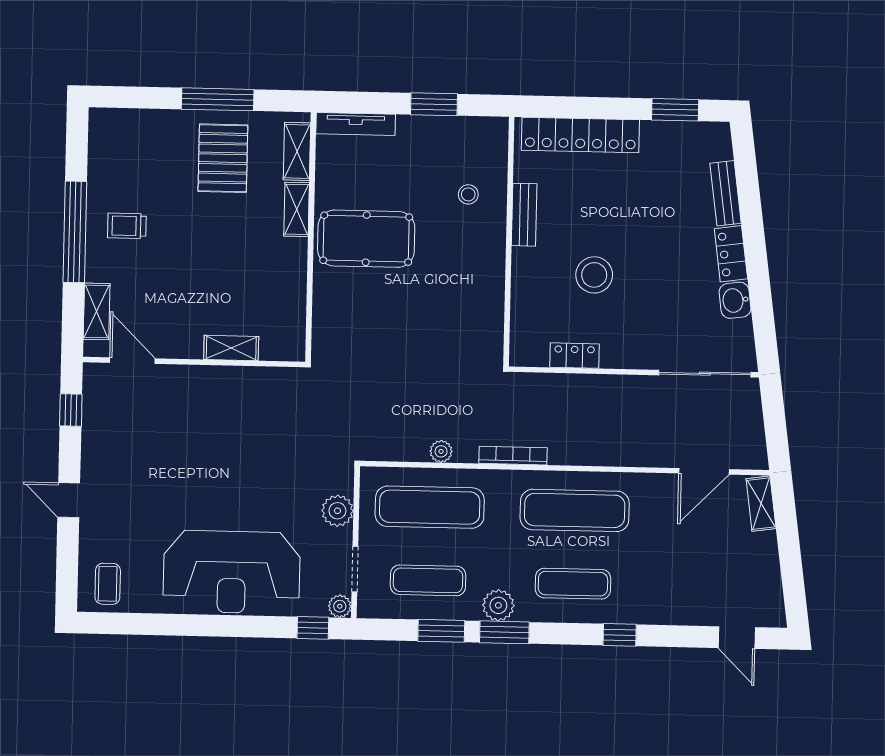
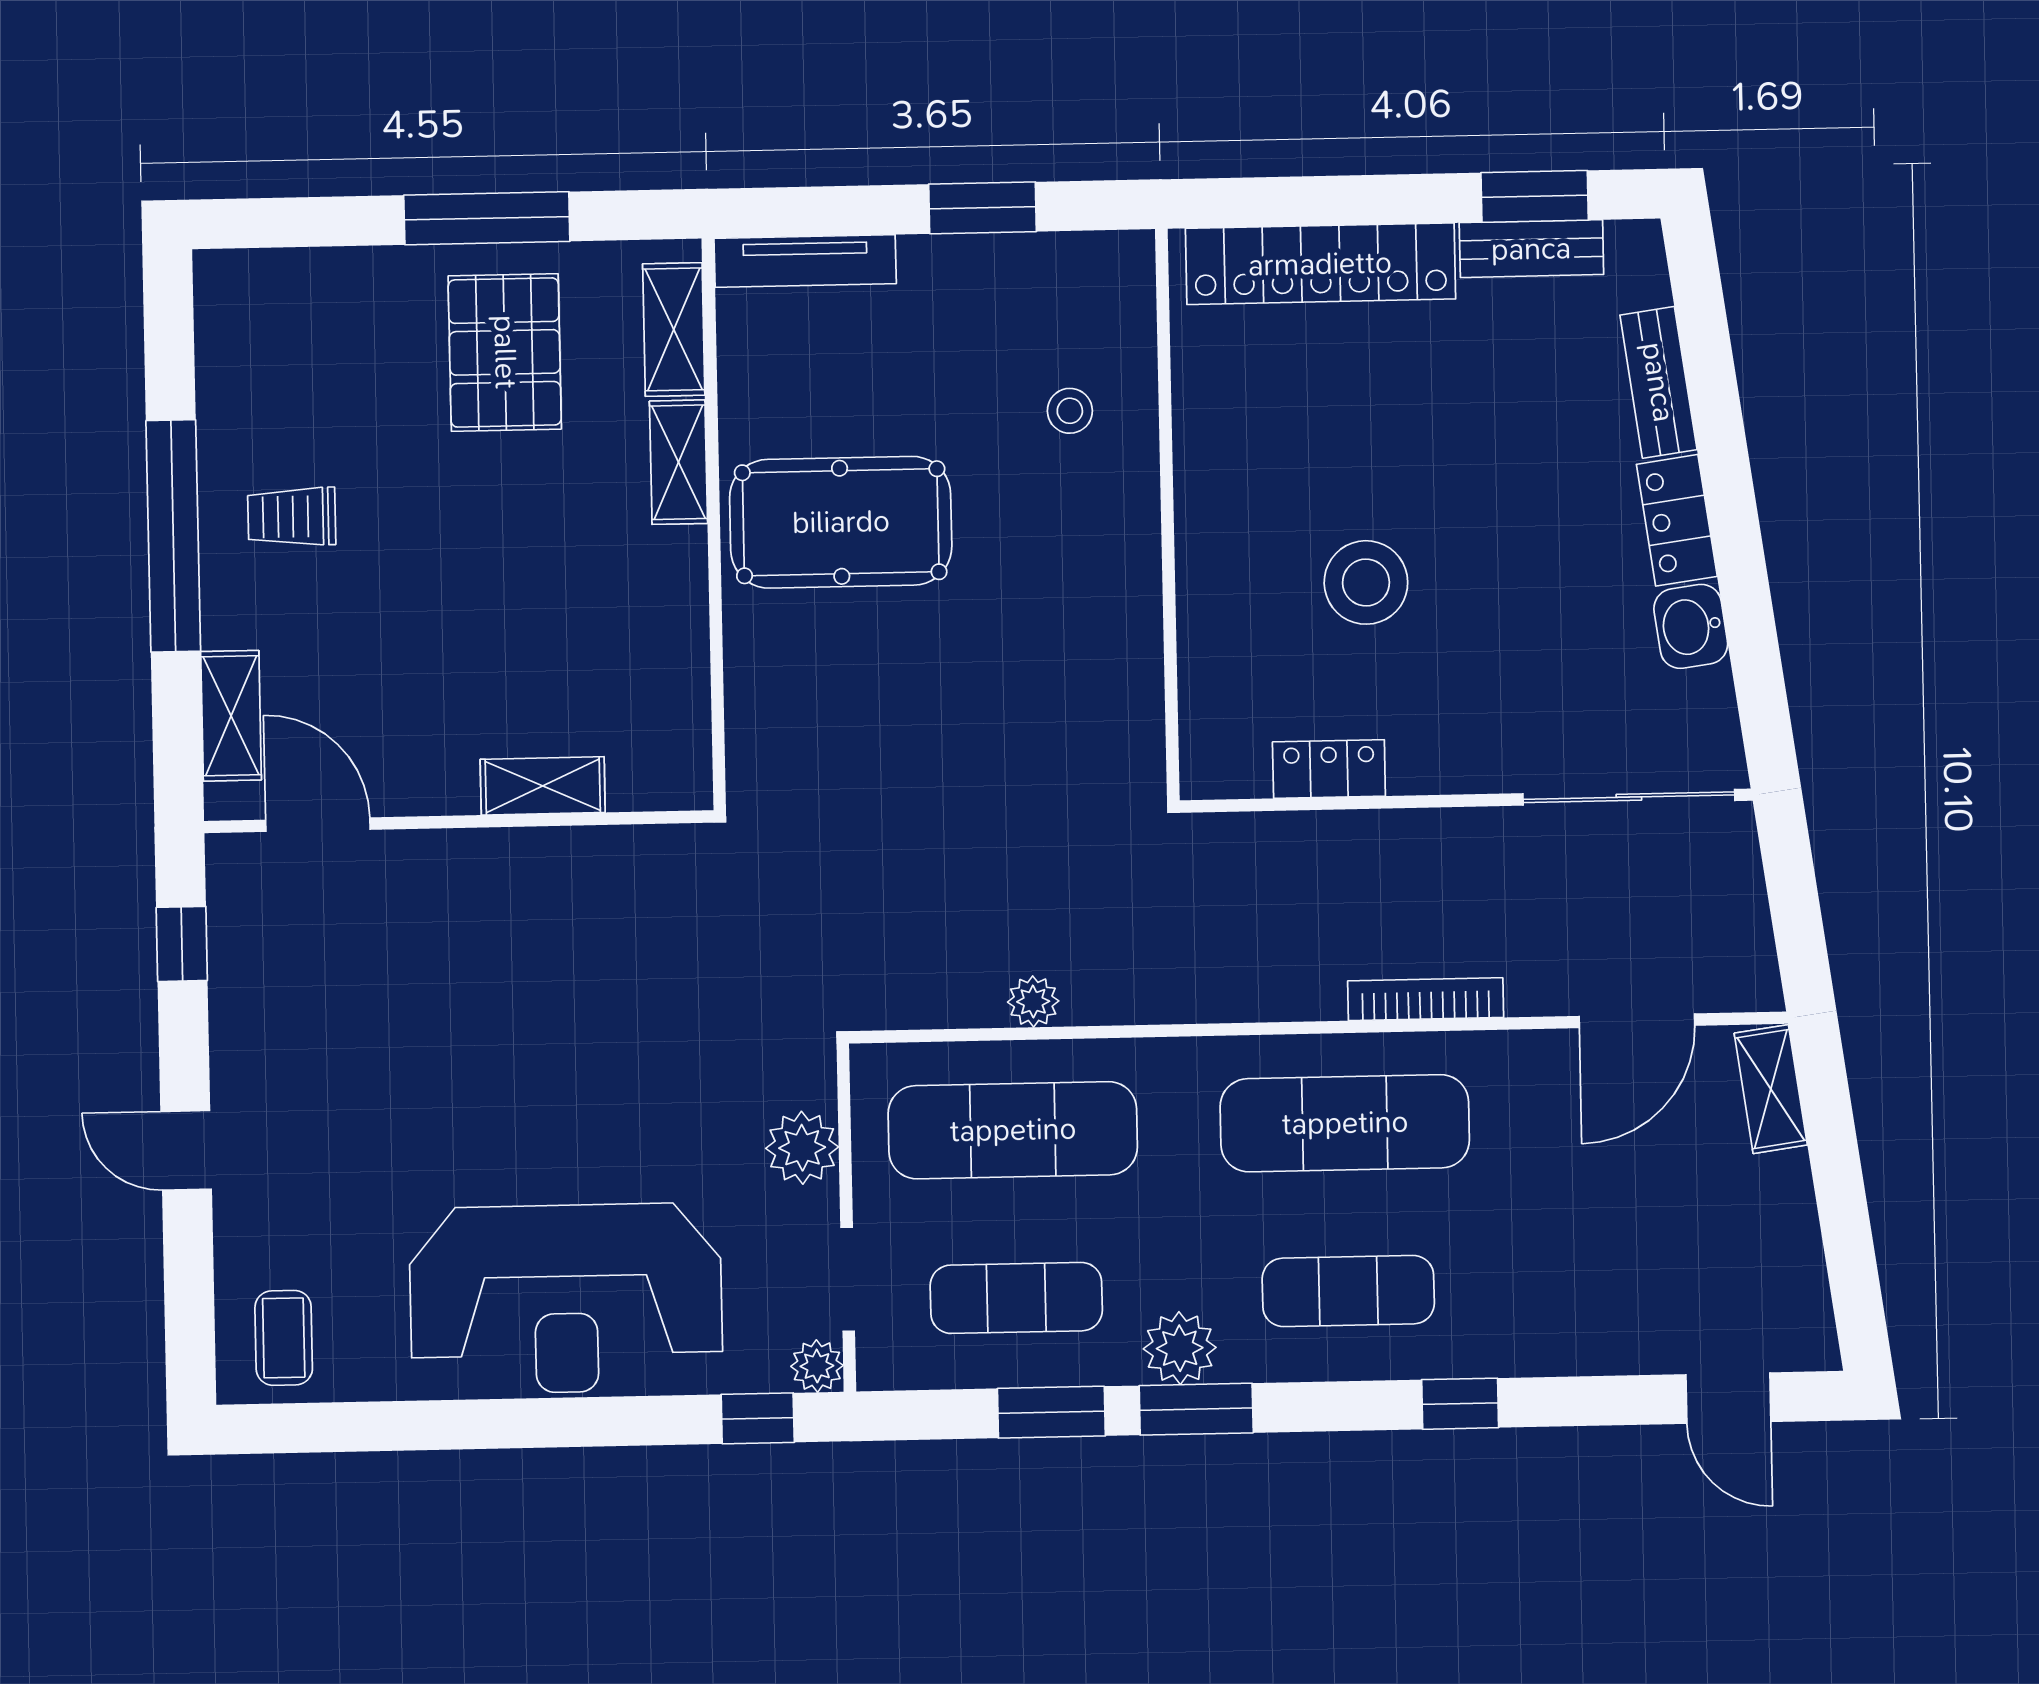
bench: (524, 215) -> (1531, 249), moved, turned 90
bookcase: (513, 456) -> (1426, 999), moved

